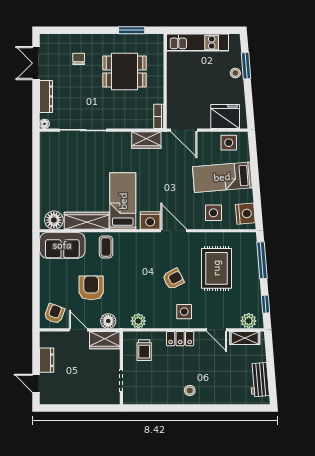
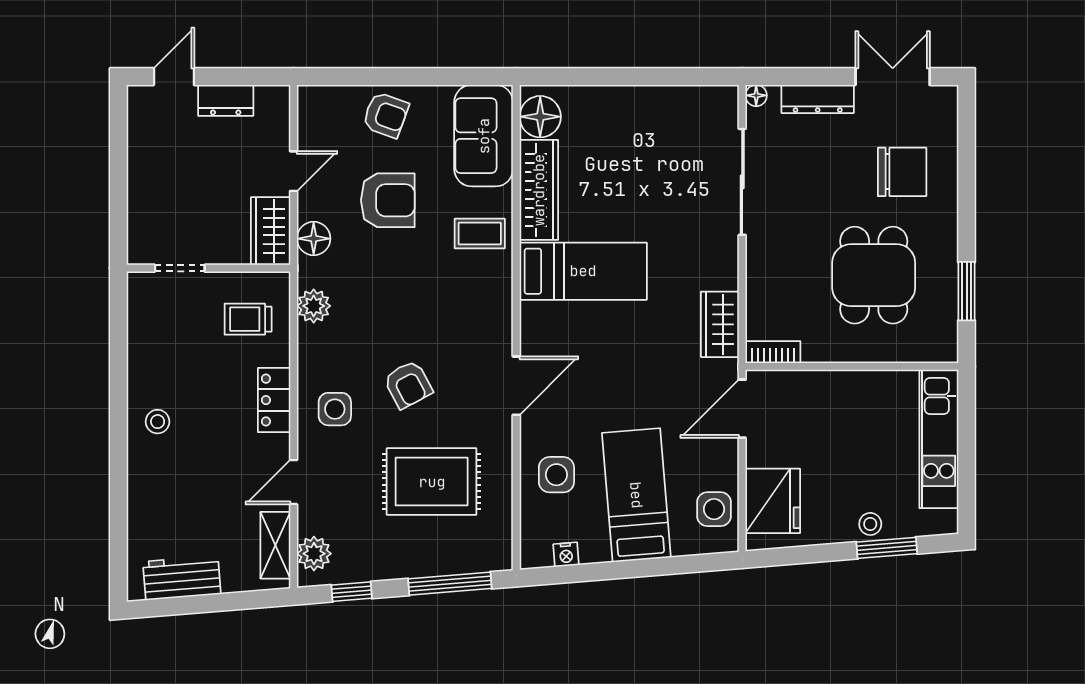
chair: (79, 59) -> (902, 172), width x1.87, depth x1.87
nightstand: (245, 214) -> (566, 555), width x0.53, depth x0.56
nightstand: (150, 220) -> (539, 333), removed
armchair: (54, 314) -> (386, 115), moved

